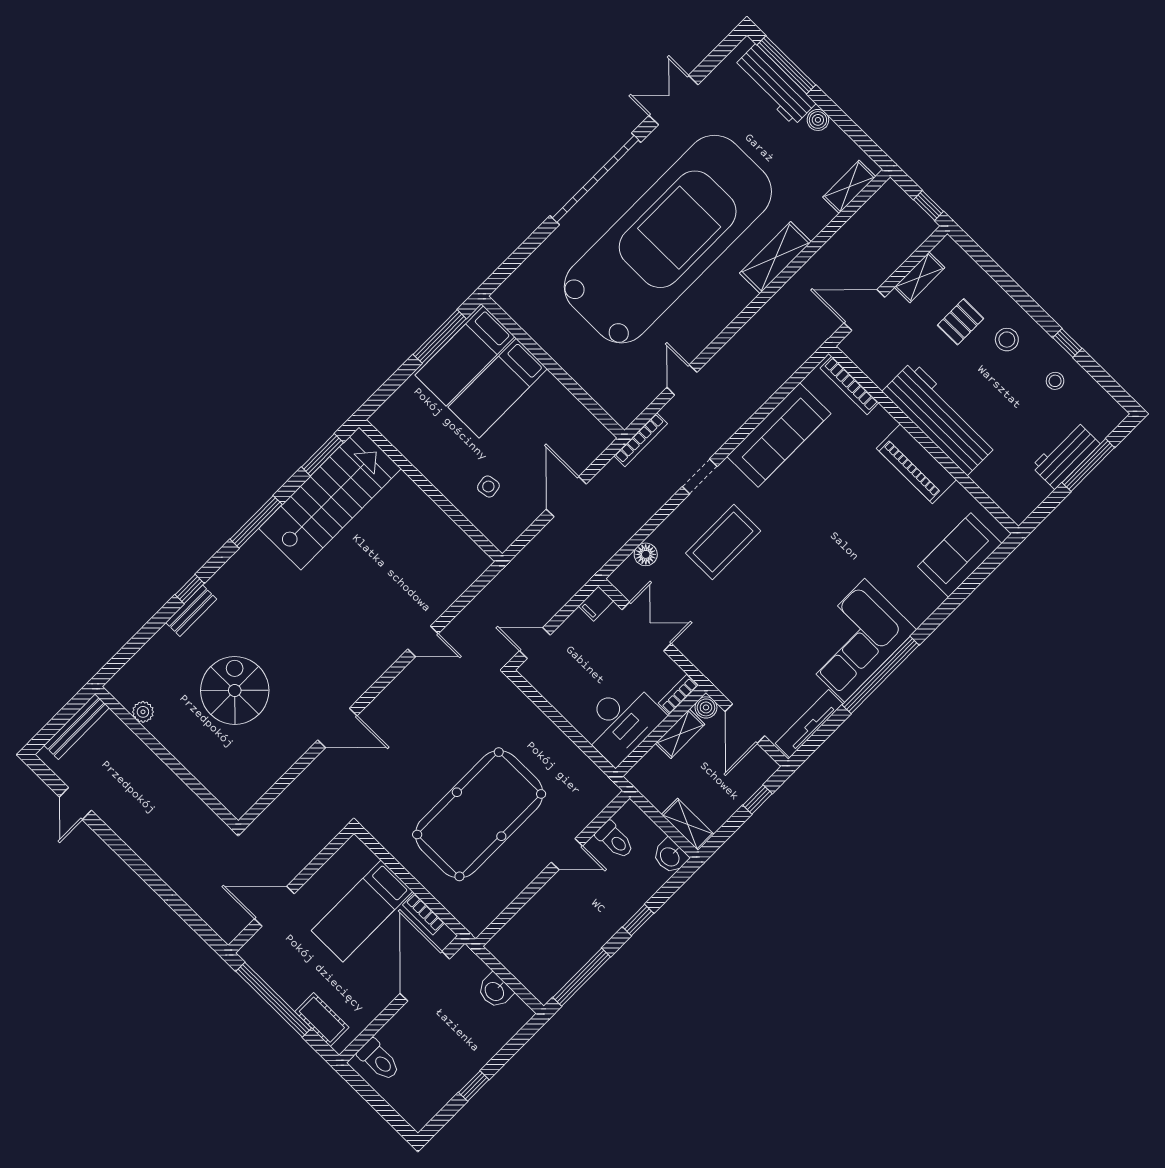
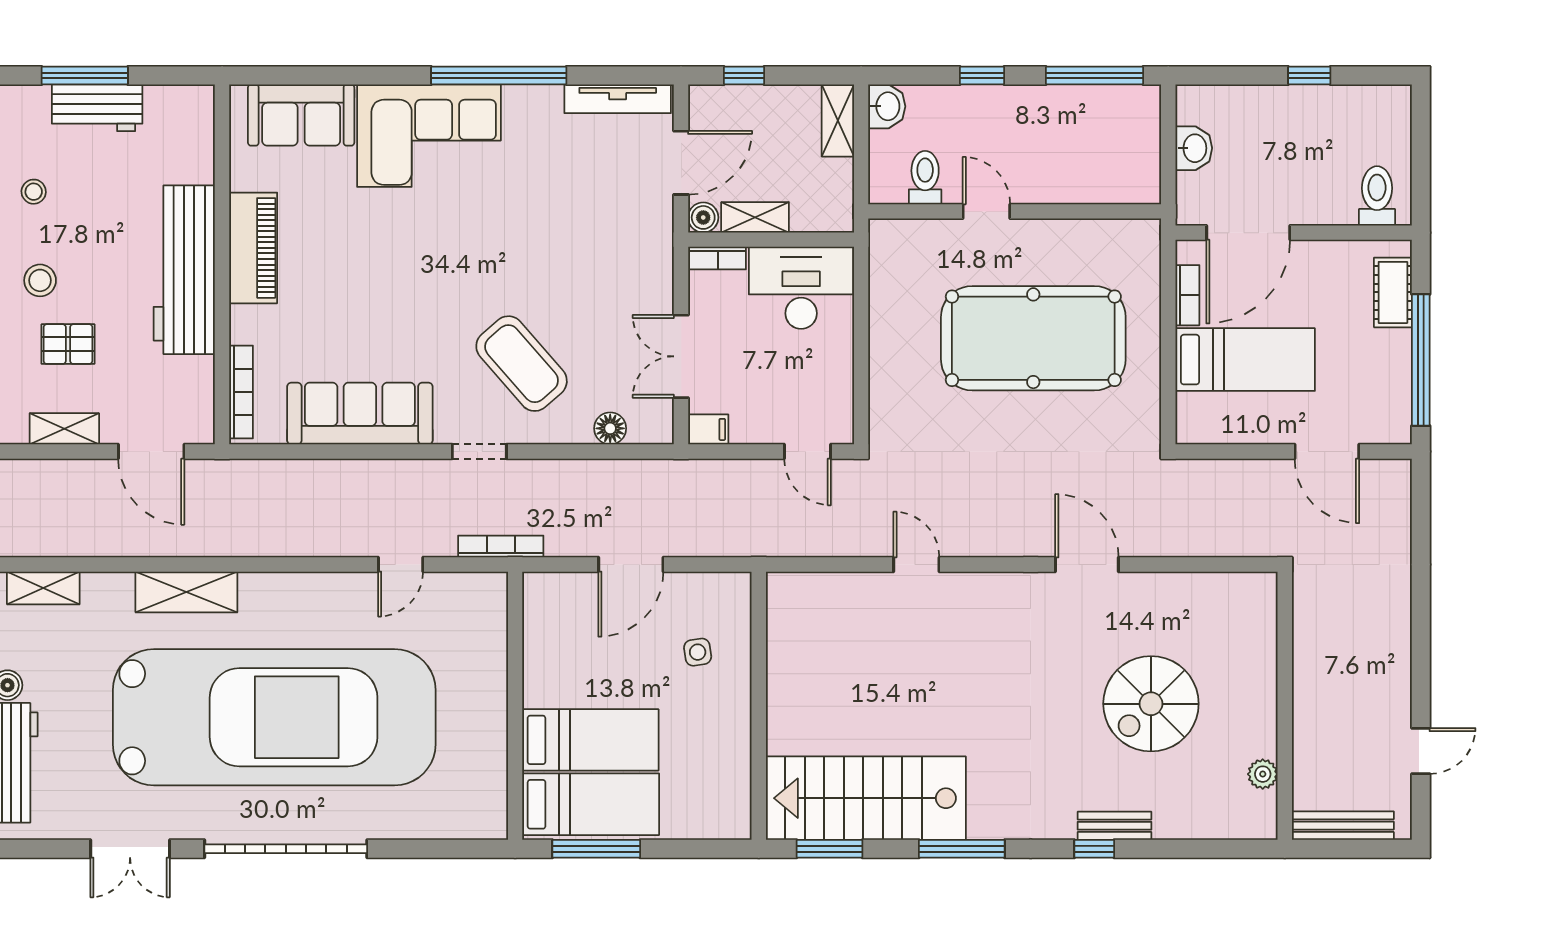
car: (668, 239) -> (274, 717), turned 180
coffee table: (723, 542) -> (522, 364), turned 49
corner sofa: (855, 640) -> (429, 136), moved

